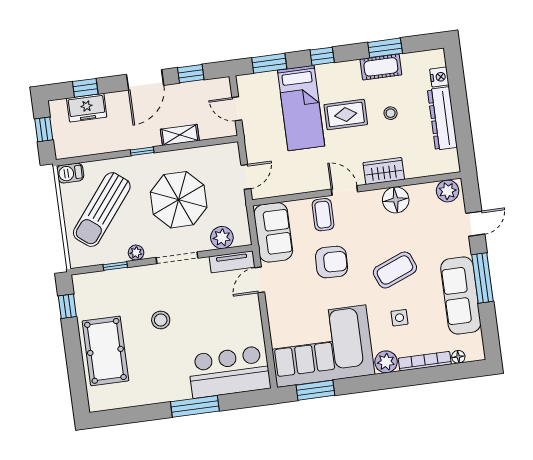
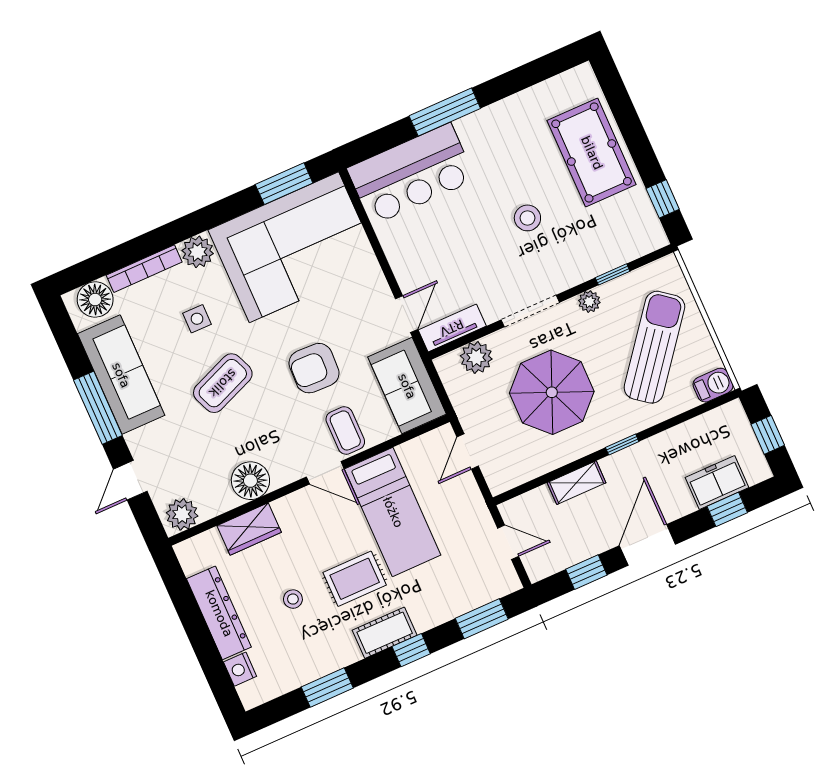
cot: (381, 67) -> (385, 633), moved
bed: (301, 108) -> (393, 512), moved, turned 180
wardrobe: (384, 171) -> (249, 529), moved
floor lamp: (458, 357) -> (95, 300), width x1.89, depth x1.89

